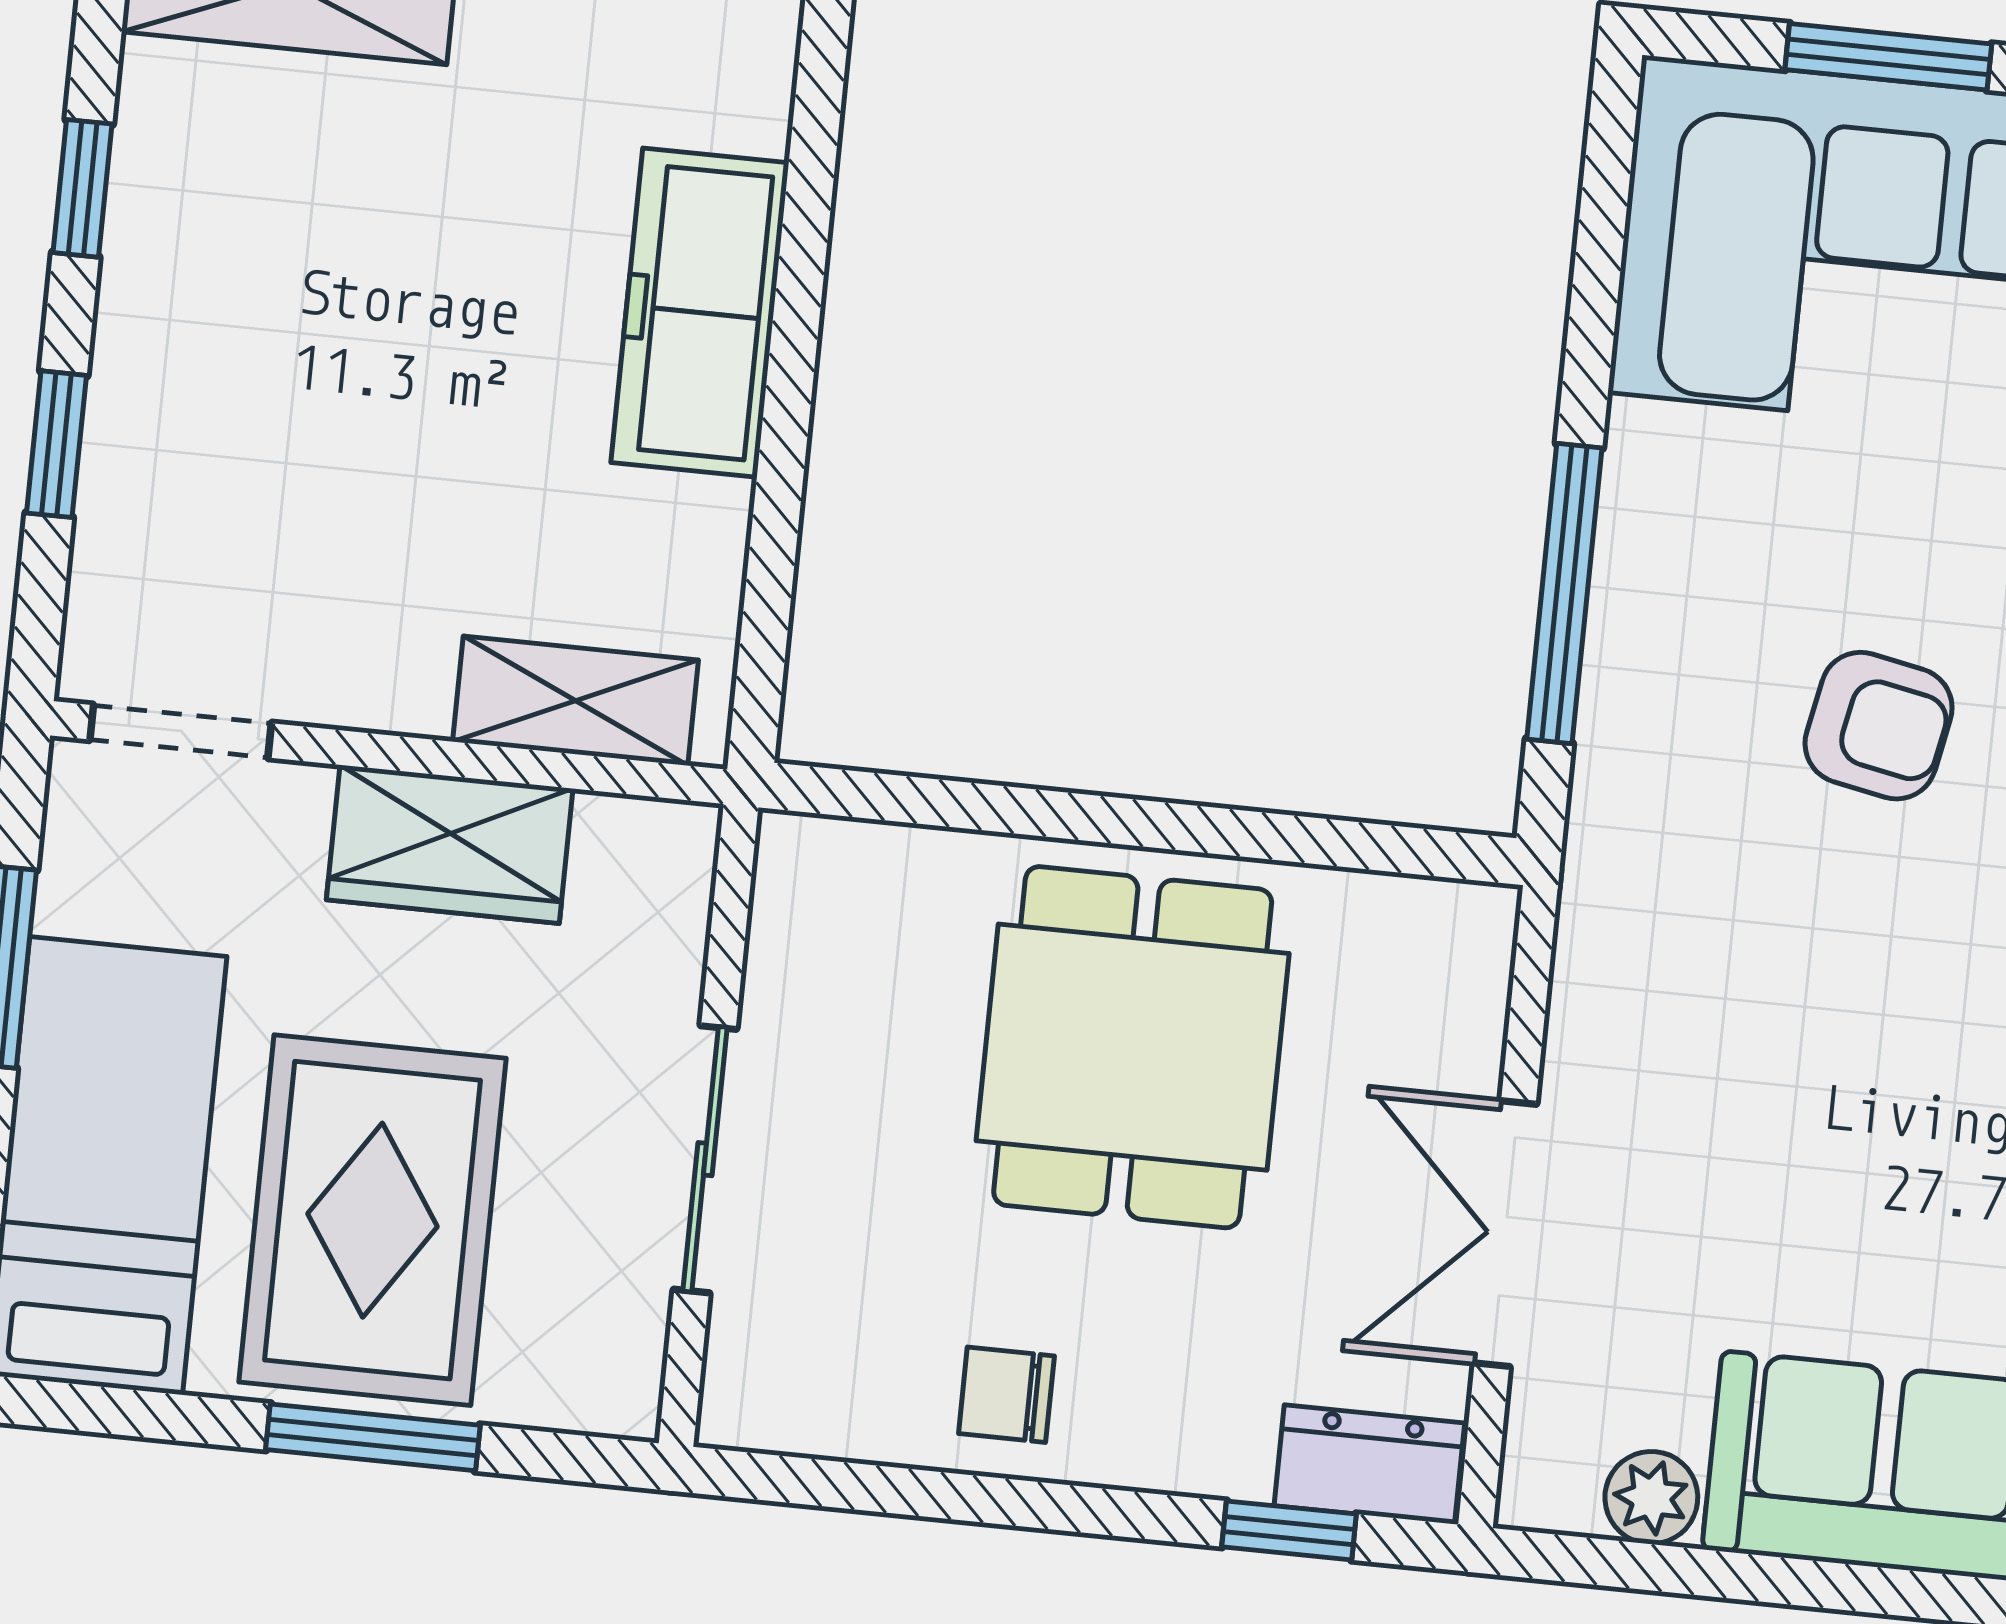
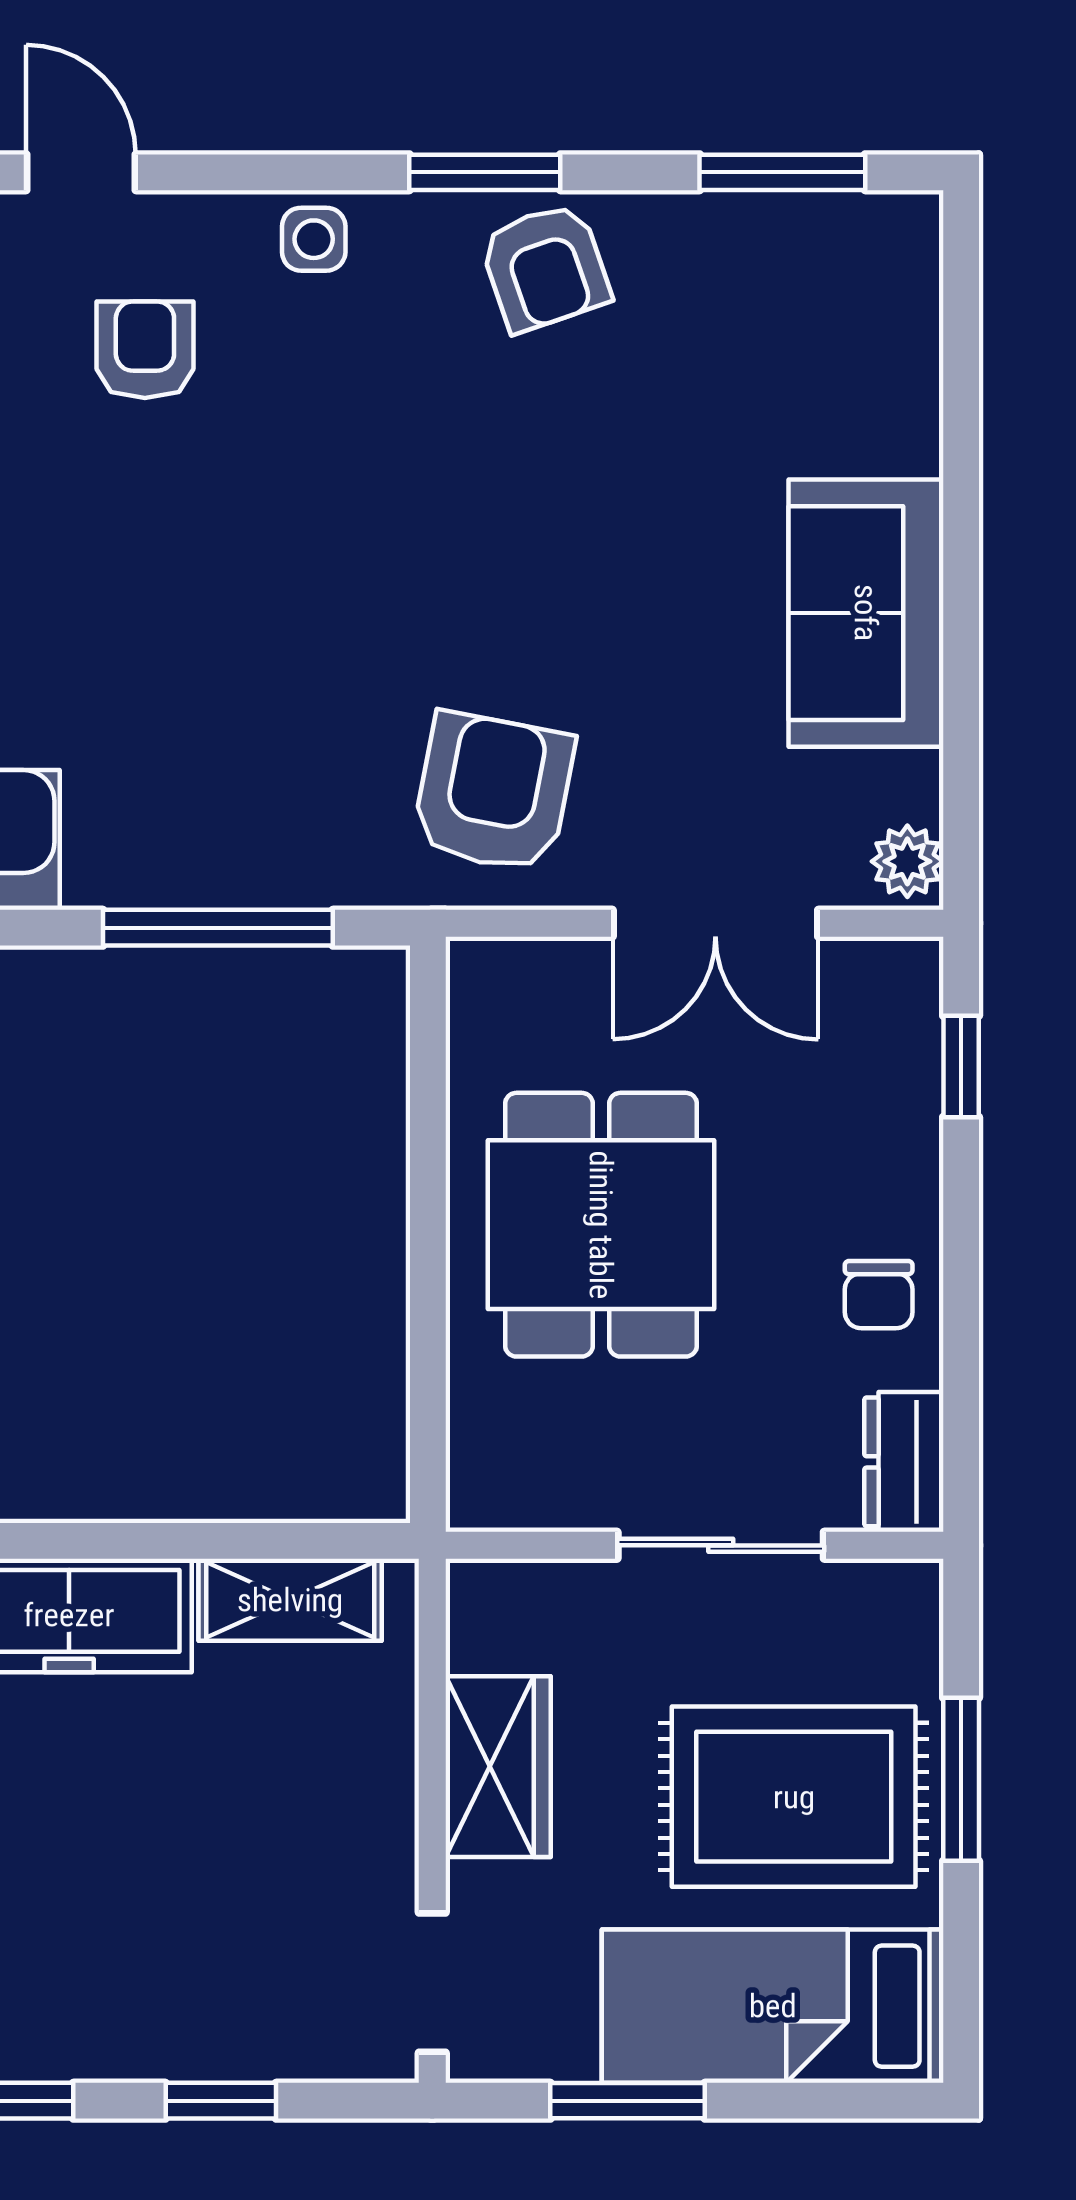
shelving: (576, 701) -> (290, 1600), moved, turned 90
armchair: (1879, 726) -> (493, 792), moved, width x1.38, depth x1.38
dining table: (1133, 1047) -> (601, 1225), turned 90
dresser: (1369, 1464) -> (904, 1462), moved
plant: (1651, 1498) -> (907, 861), moved

